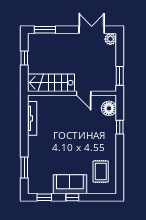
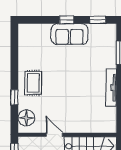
tv unit: (32, 118) -> (111, 88), moved
rug: (101, 171) -> (33, 83), moved

